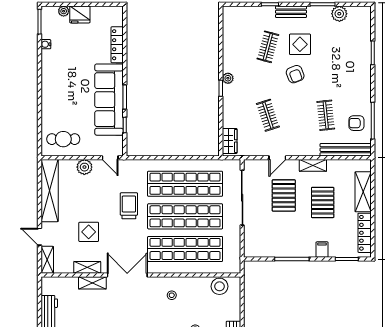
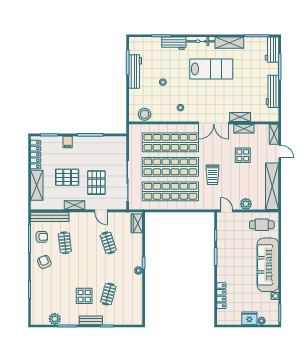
armchair: (295, 74) -> (44, 262), moved
sofa: (109, 100) -> (268, 265), moved, turned 180
door: (277, 158) -> (101, 211), swing flipped
pallet: (323, 202) -> (67, 177), turned 90

